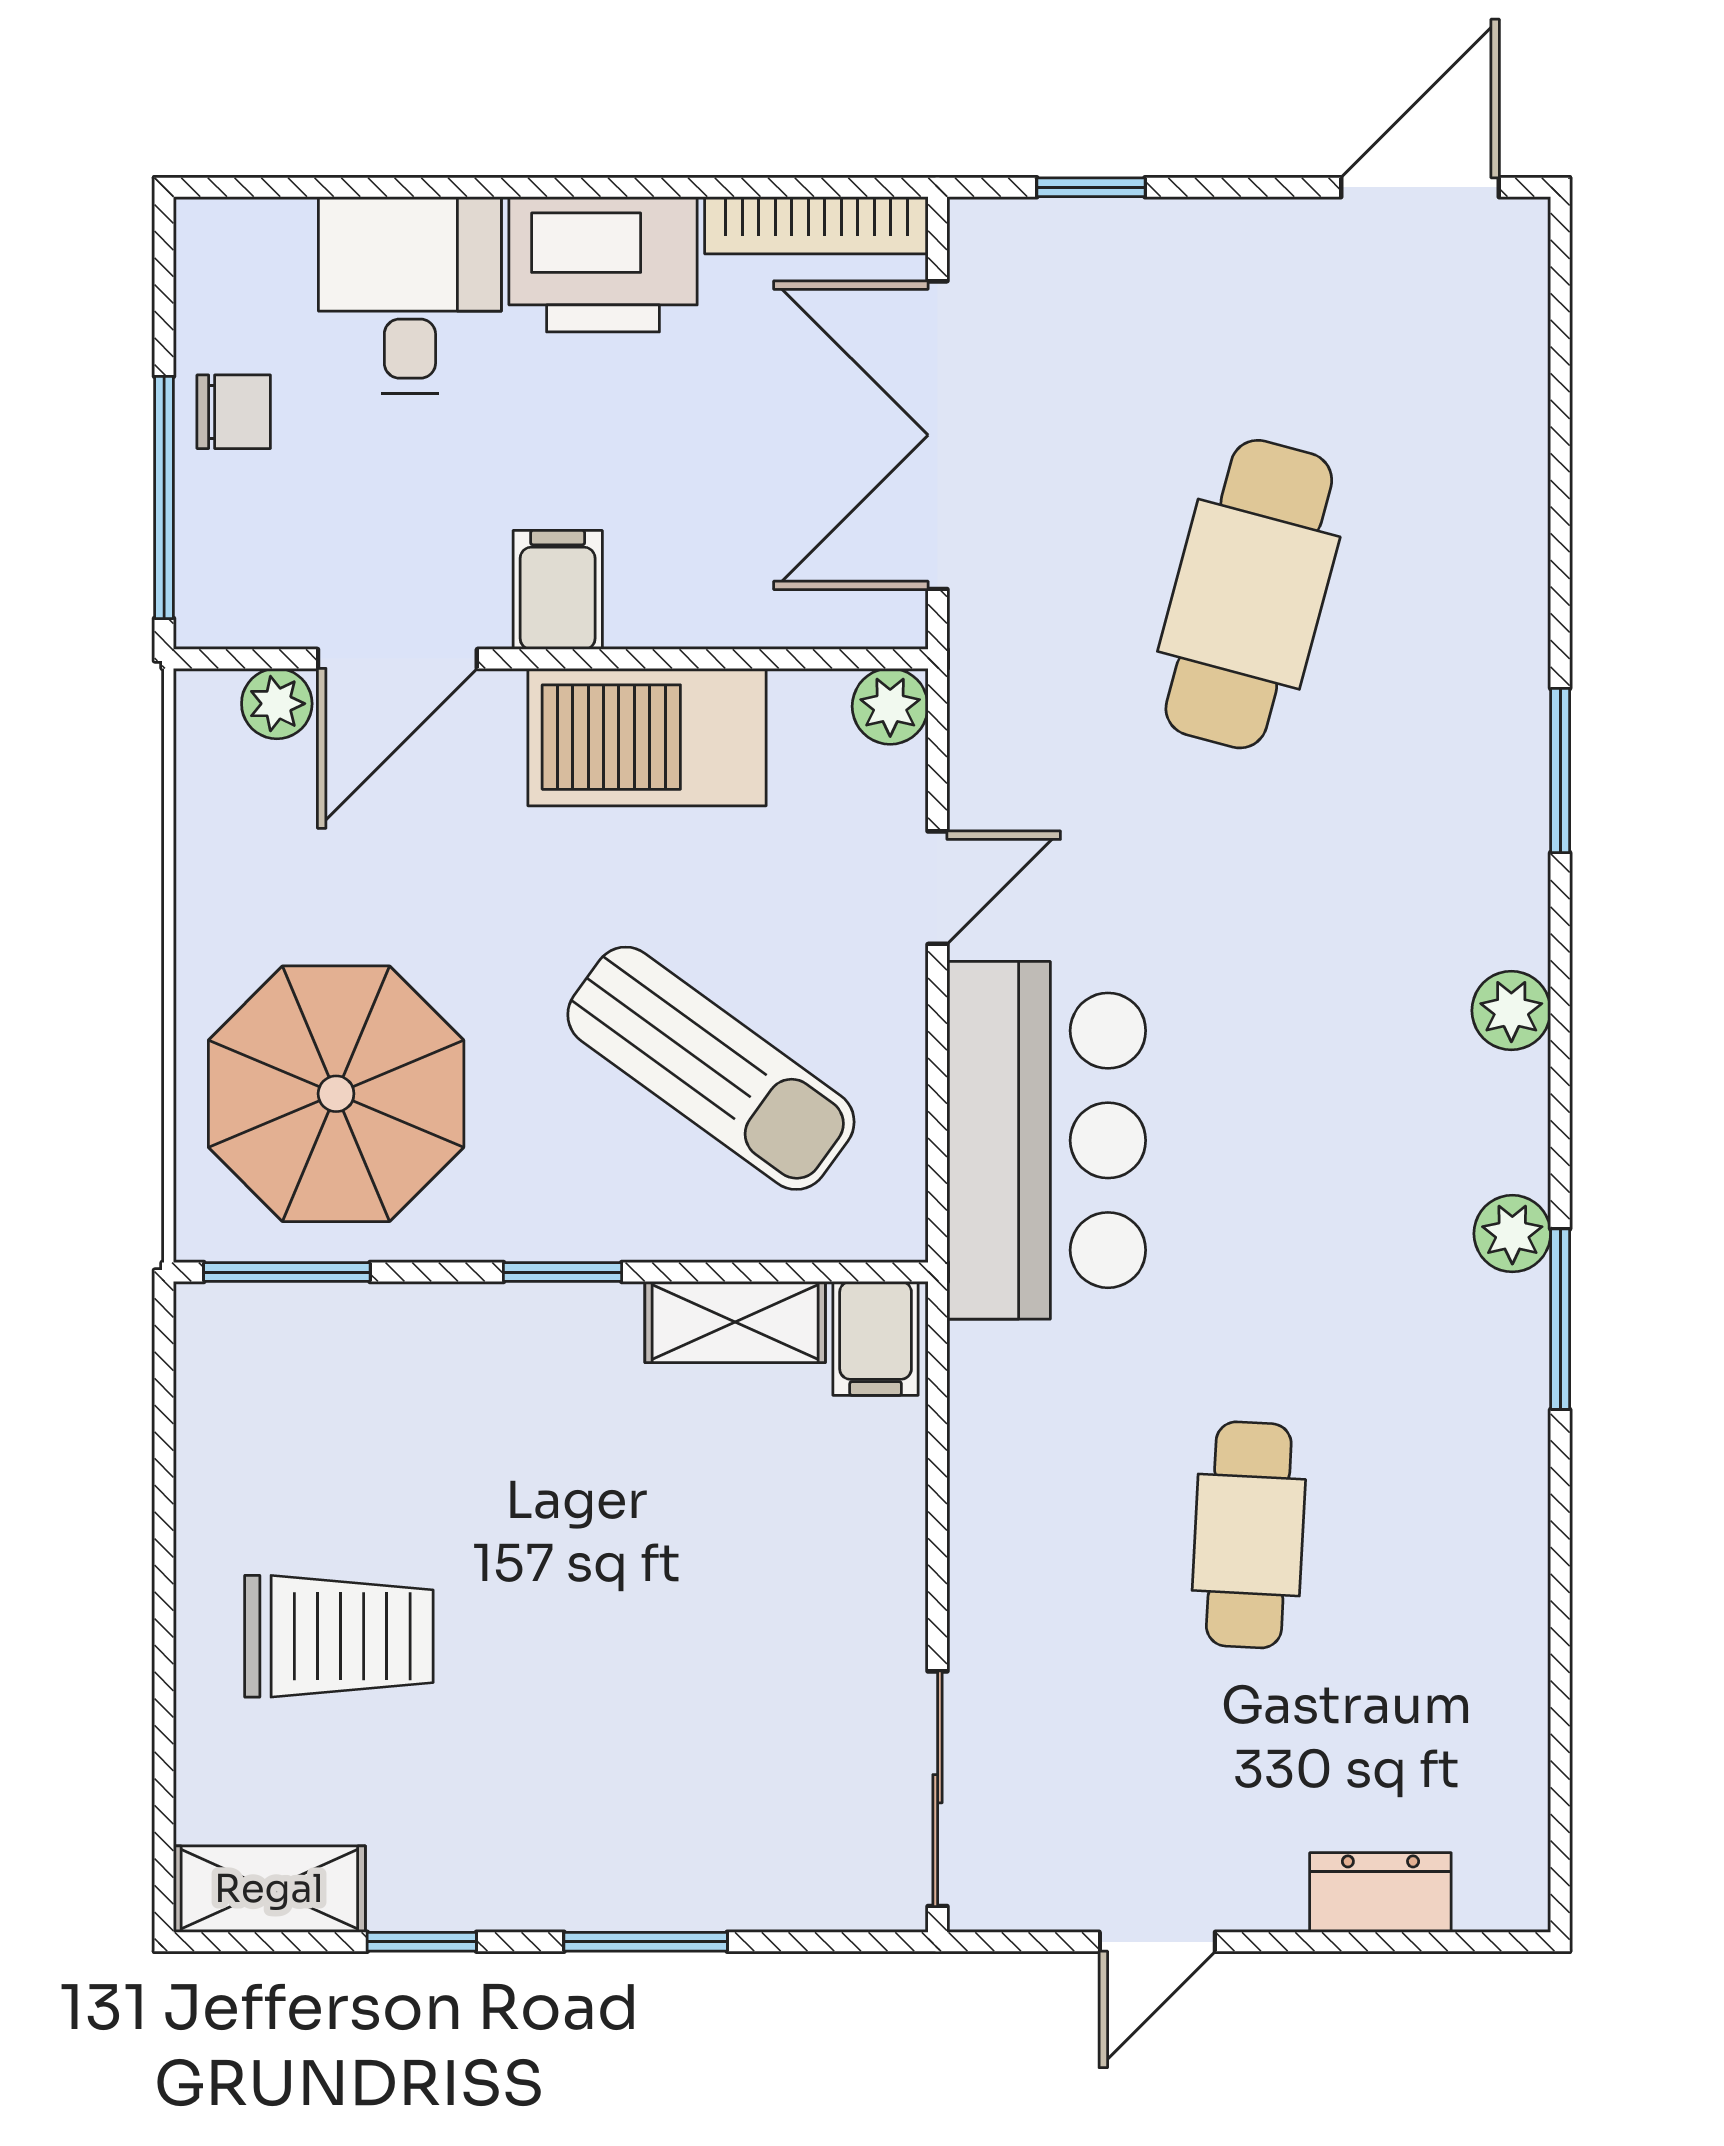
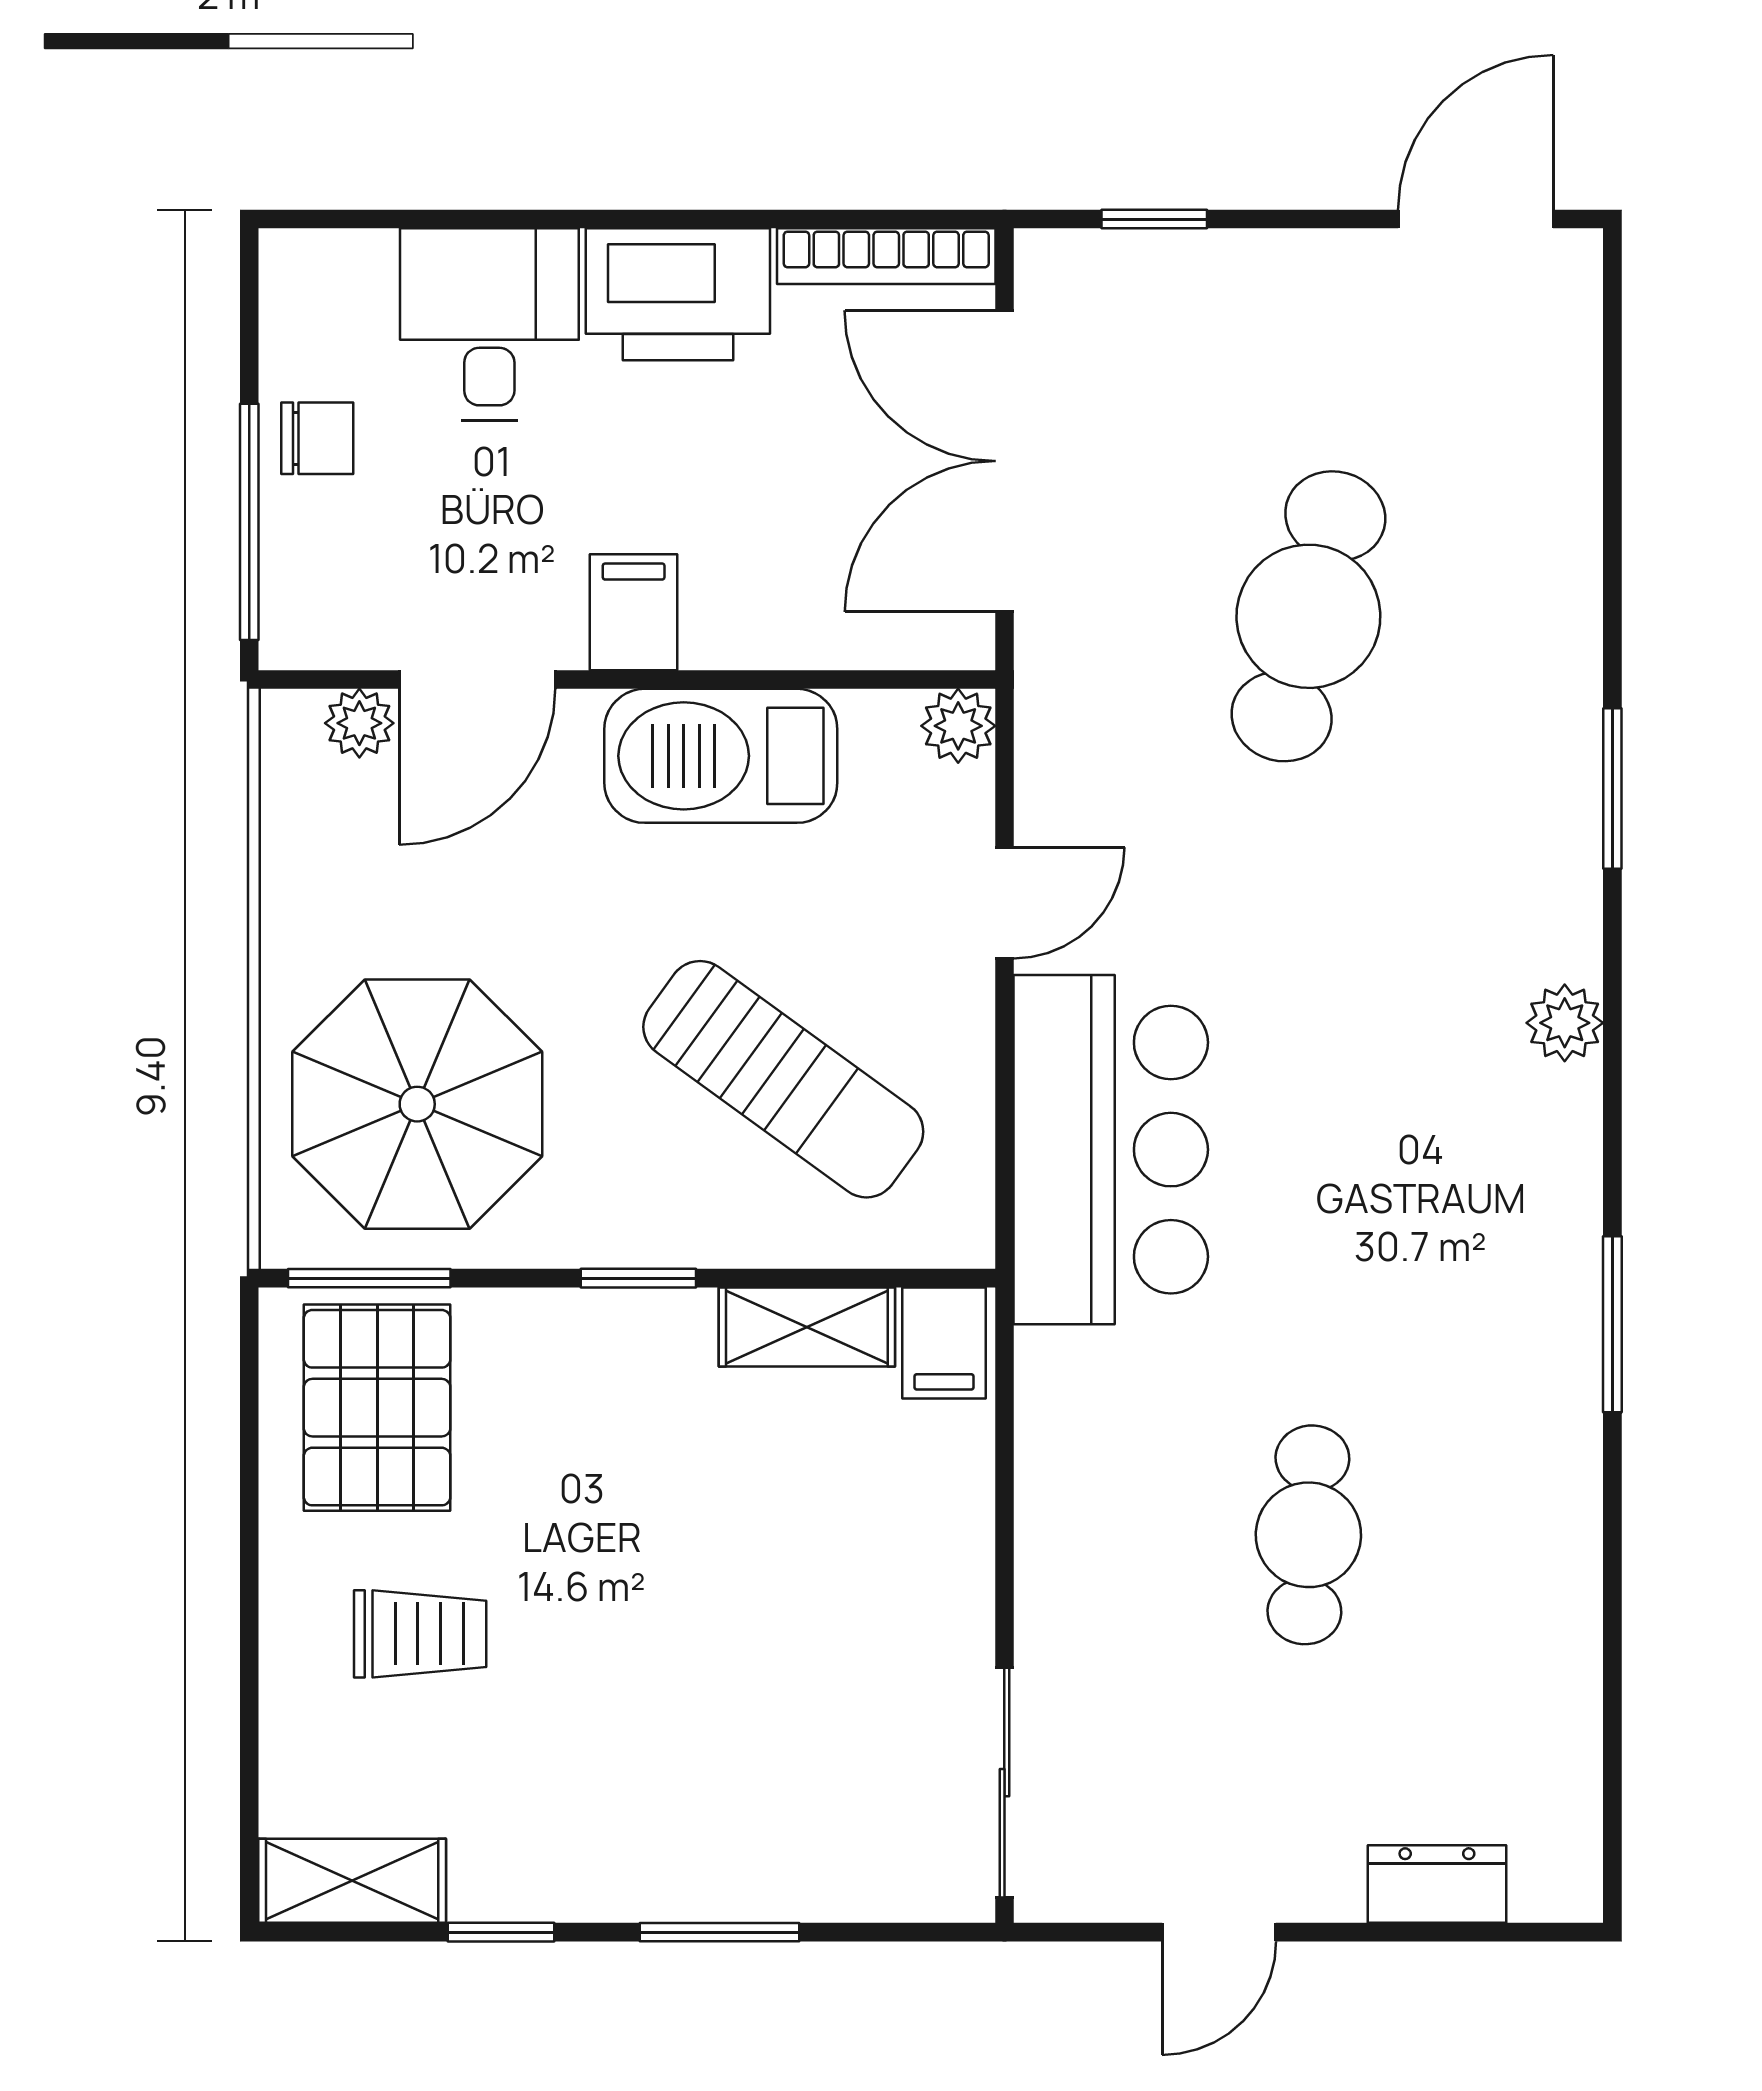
plant: (1512, 1234) -> (1566, 1241), removed
pallet: (295, 1405) -> (377, 1408), added
trolley: (339, 1636) -> (420, 1634), width x0.73, depth x0.72

